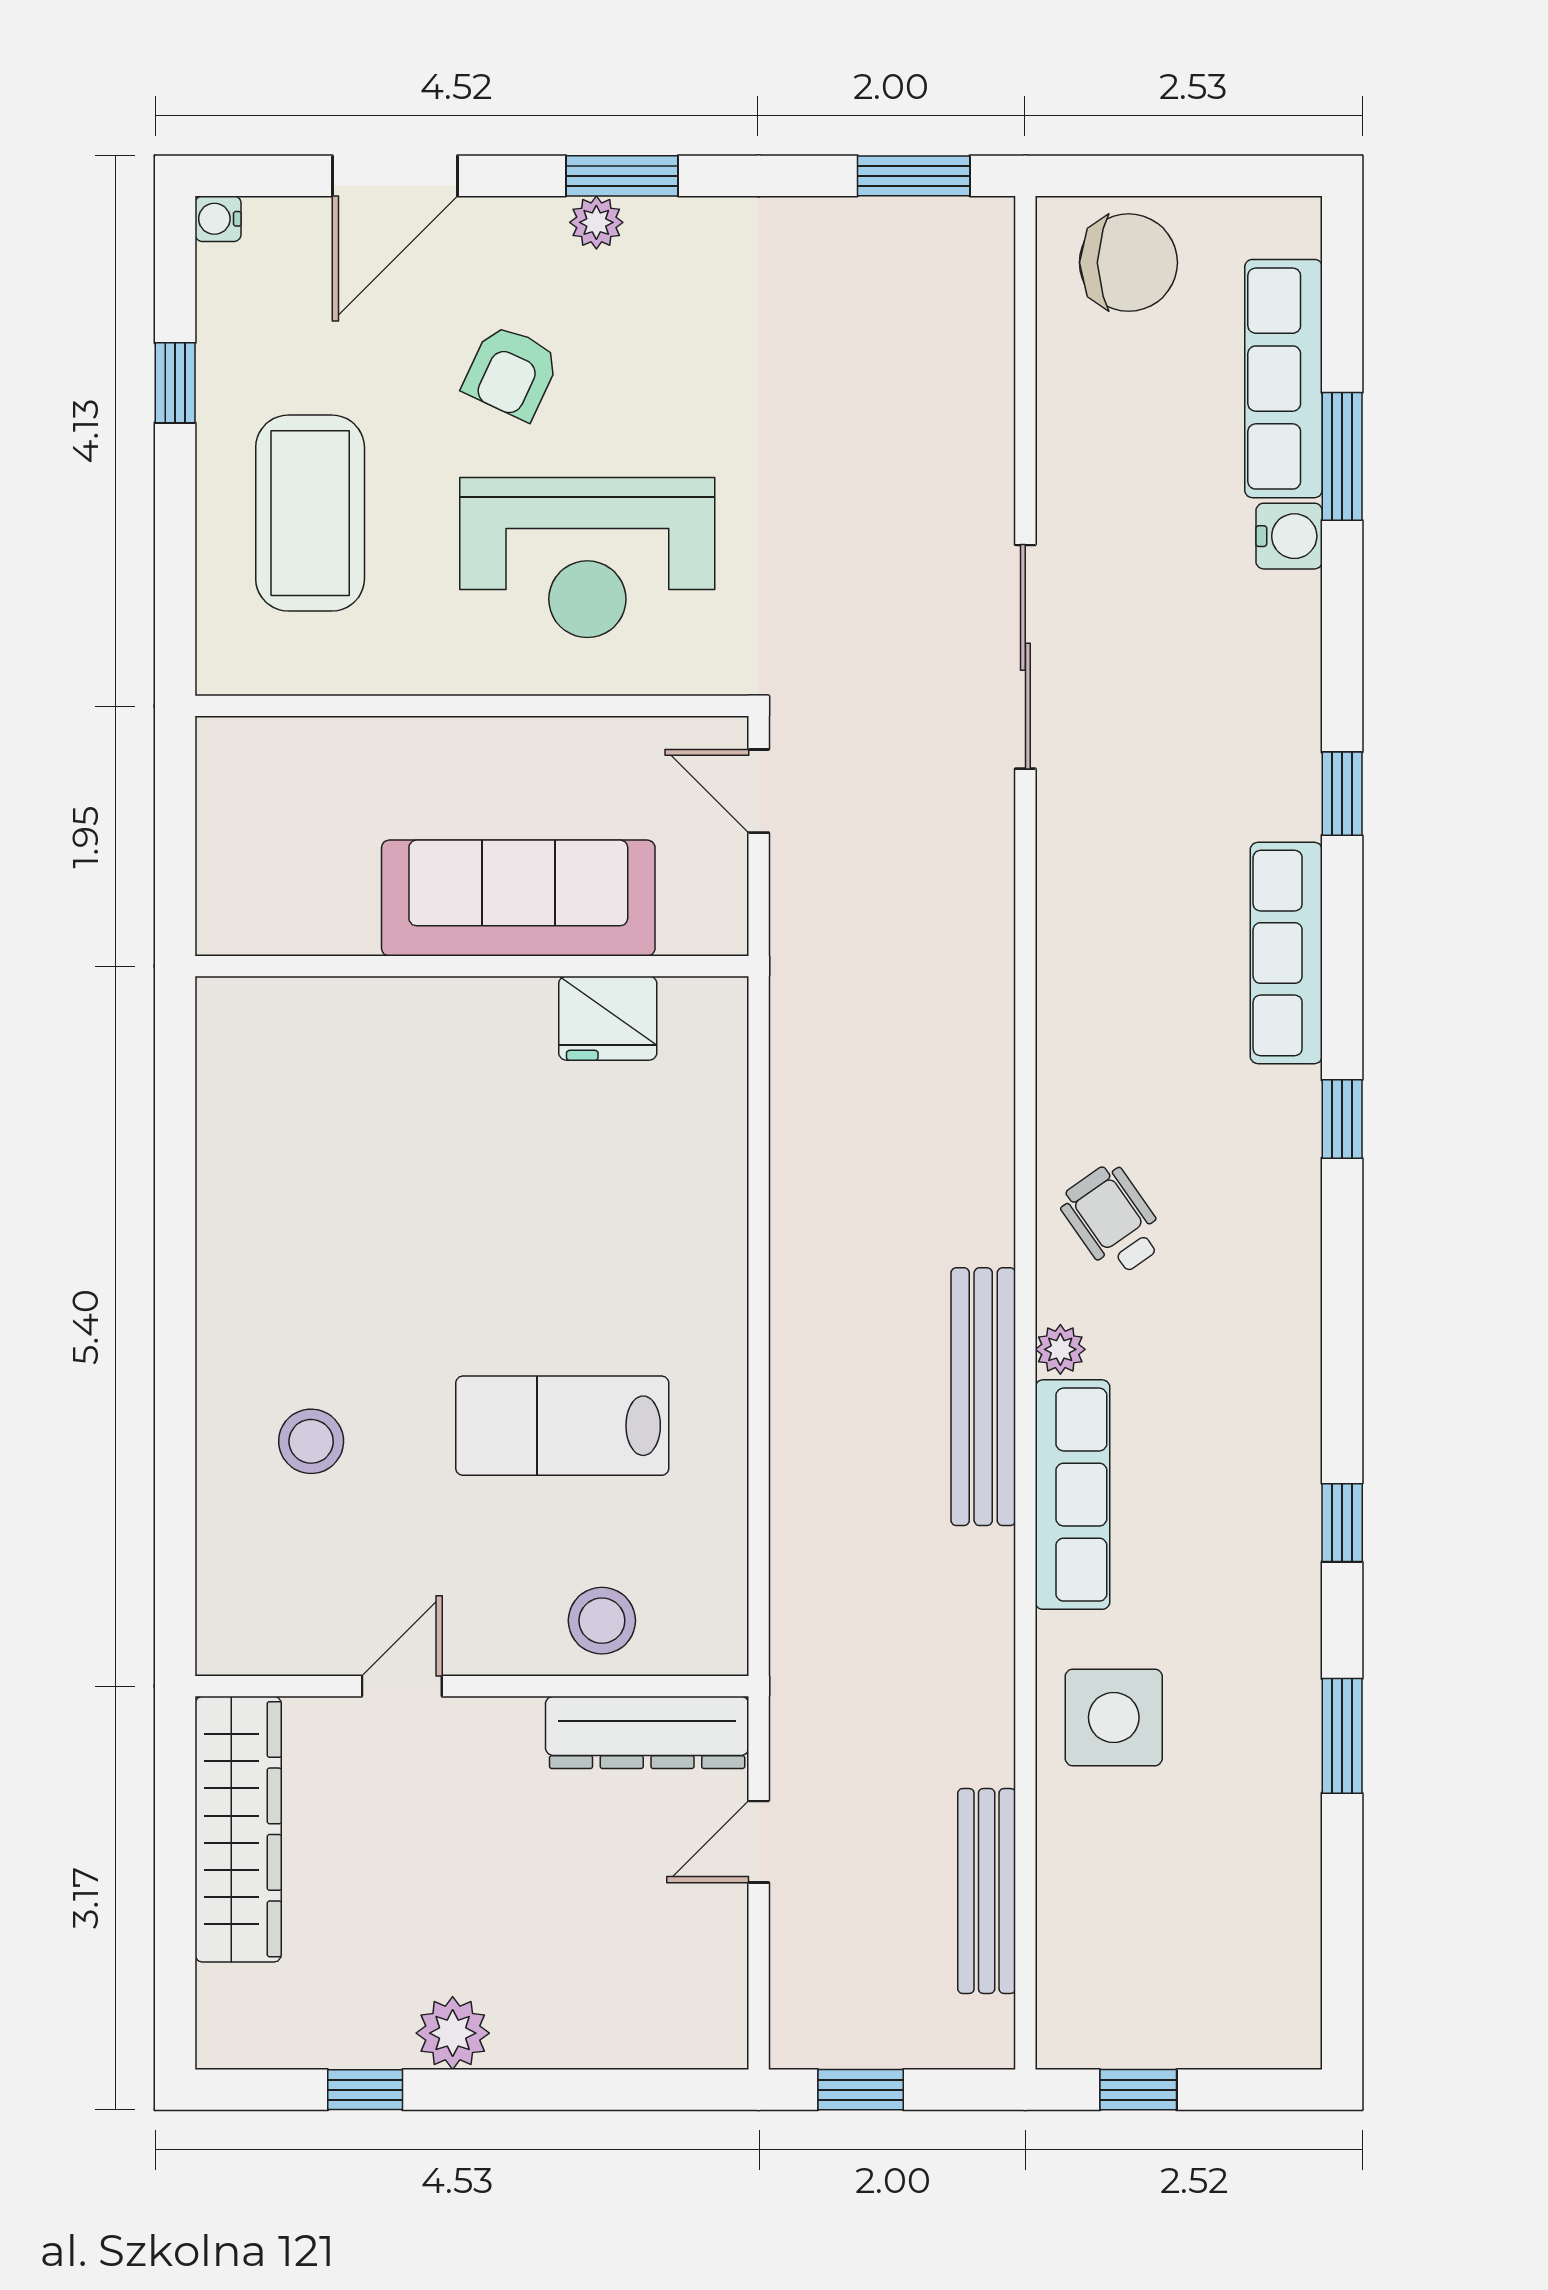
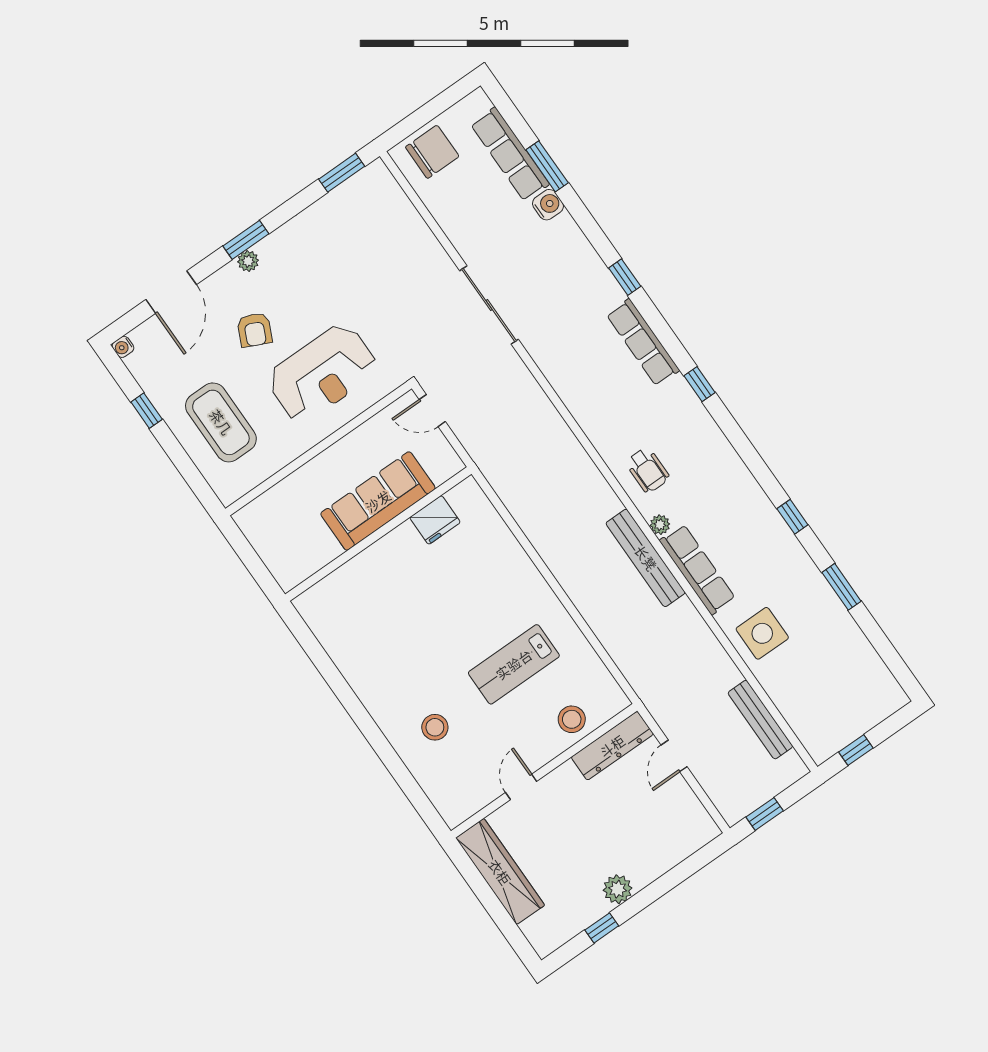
wheelchair: (1113, 1220) -> (648, 470), turned -145

